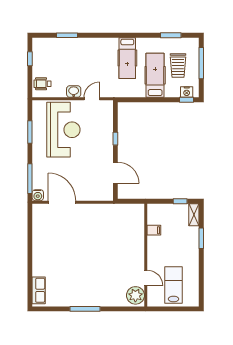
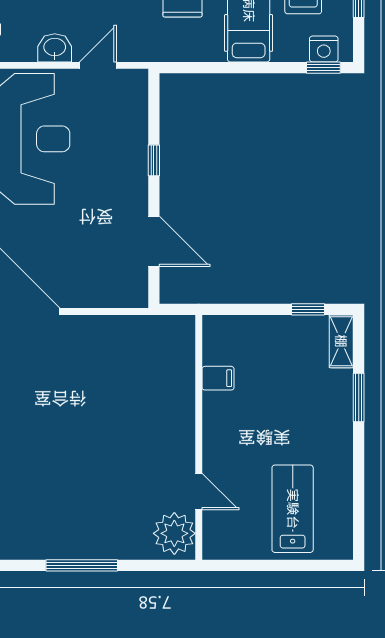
filing cabinet: (154, 230) -> (218, 378), moved
wall: (146, 255) -> (199, 437), moved
door: (146, 278) -> (199, 492), moved
plant: (135, 295) -> (174, 533), moved

